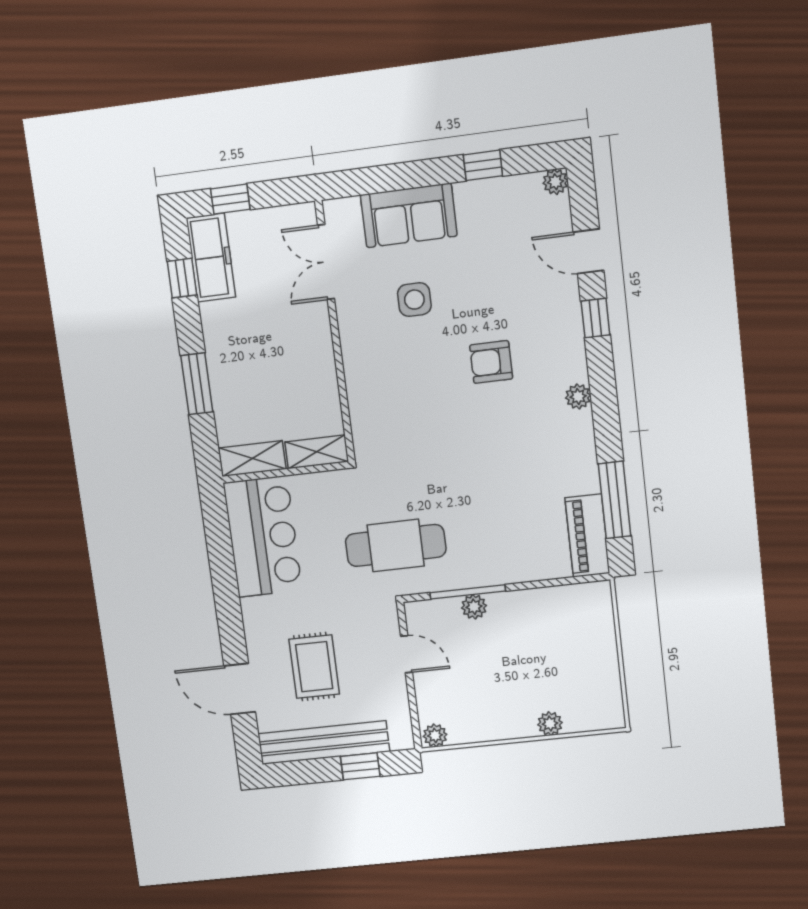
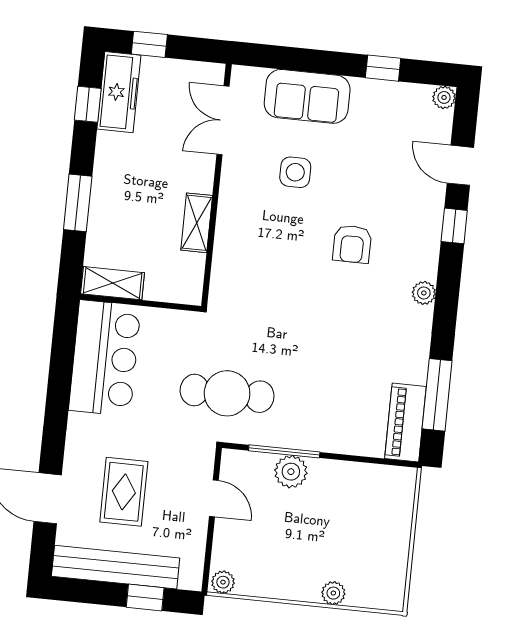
armchair: (491, 362) -> (352, 244), turned -90
shelving: (317, 452) -> (197, 223), moved, turned 90
plant: (474, 607) -> (291, 472), width x1.38, depth x1.38

